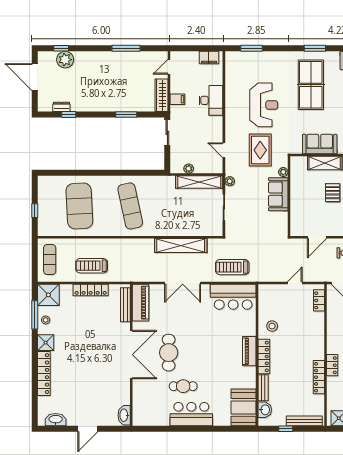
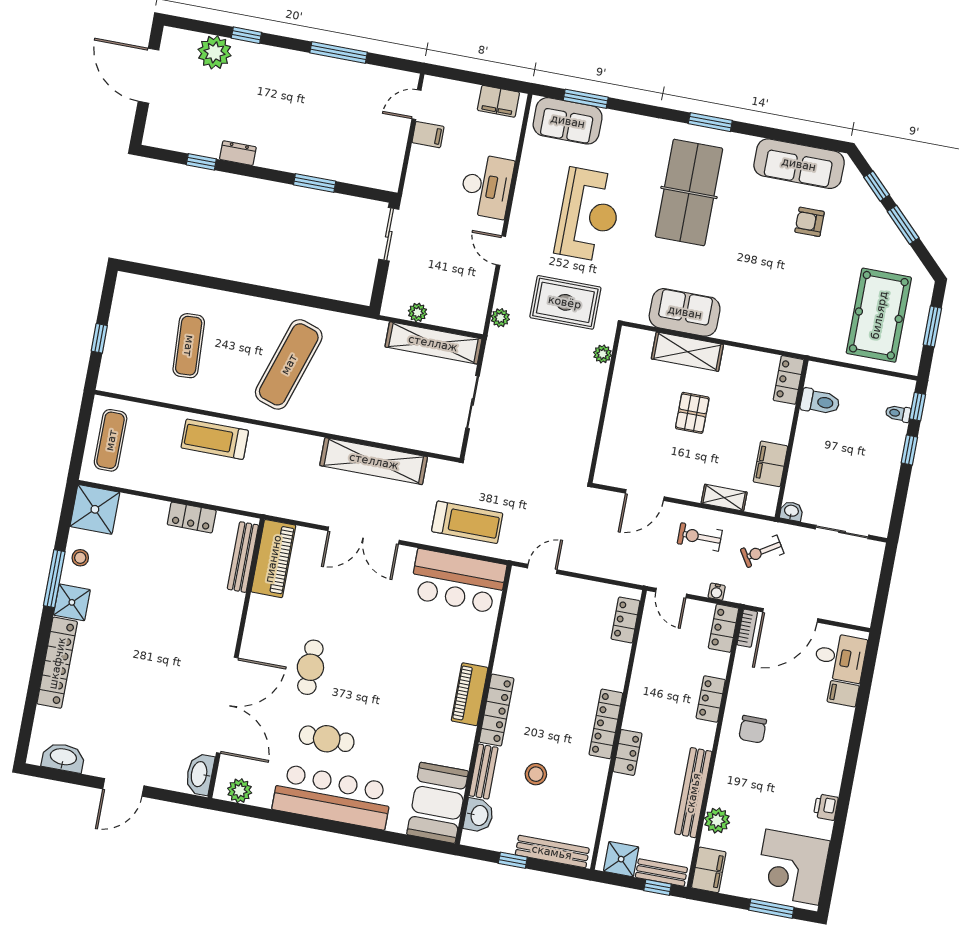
window: (61, 48) -> (246, 35), moved
wardrobe: (162, 95) -> (391, 158), removed
filing cabinet: (177, 99) -> (428, 135), moved
dresser: (61, 107) -> (238, 153), moved
door: (224, 150) -> (501, 251), moved
rug: (260, 150) -> (565, 302), turned 90
plant: (230, 181) -> (500, 318), moved
sofa: (278, 194) -> (568, 121), moved, turned -90
exercise mat: (79, 206) -> (189, 346), width x0.50, depth x0.69
exercise mat: (130, 206) -> (289, 364), turned 30
treadmill: (92, 266) -> (215, 439), moved
treadmill: (232, 267) -> (467, 522), turned 180
door: (295, 283) -> (542, 569), moved
locker: (91, 290) -> (192, 517), width x0.66
window: (35, 315) -> (54, 579), moved
stool: (272, 326) -> (536, 774), moved
cafe table: (169, 353) -> (310, 667), width x0.73, depth x0.74
double door: (131, 355) -> (227, 705), moved
locker: (319, 377) -> (606, 724), moved
bar counter: (191, 414) -> (332, 797), width x1.36
plant: (145, 420) -> (240, 791), added

